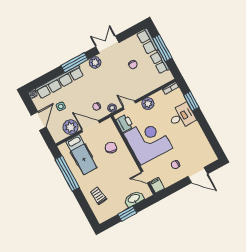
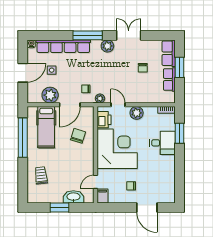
window: (162, 48) -> (179, 67), width x0.69
door: (91, 126) -> (70, 105), swing flipped
door: (145, 177) -> (96, 182), hinge flipped

